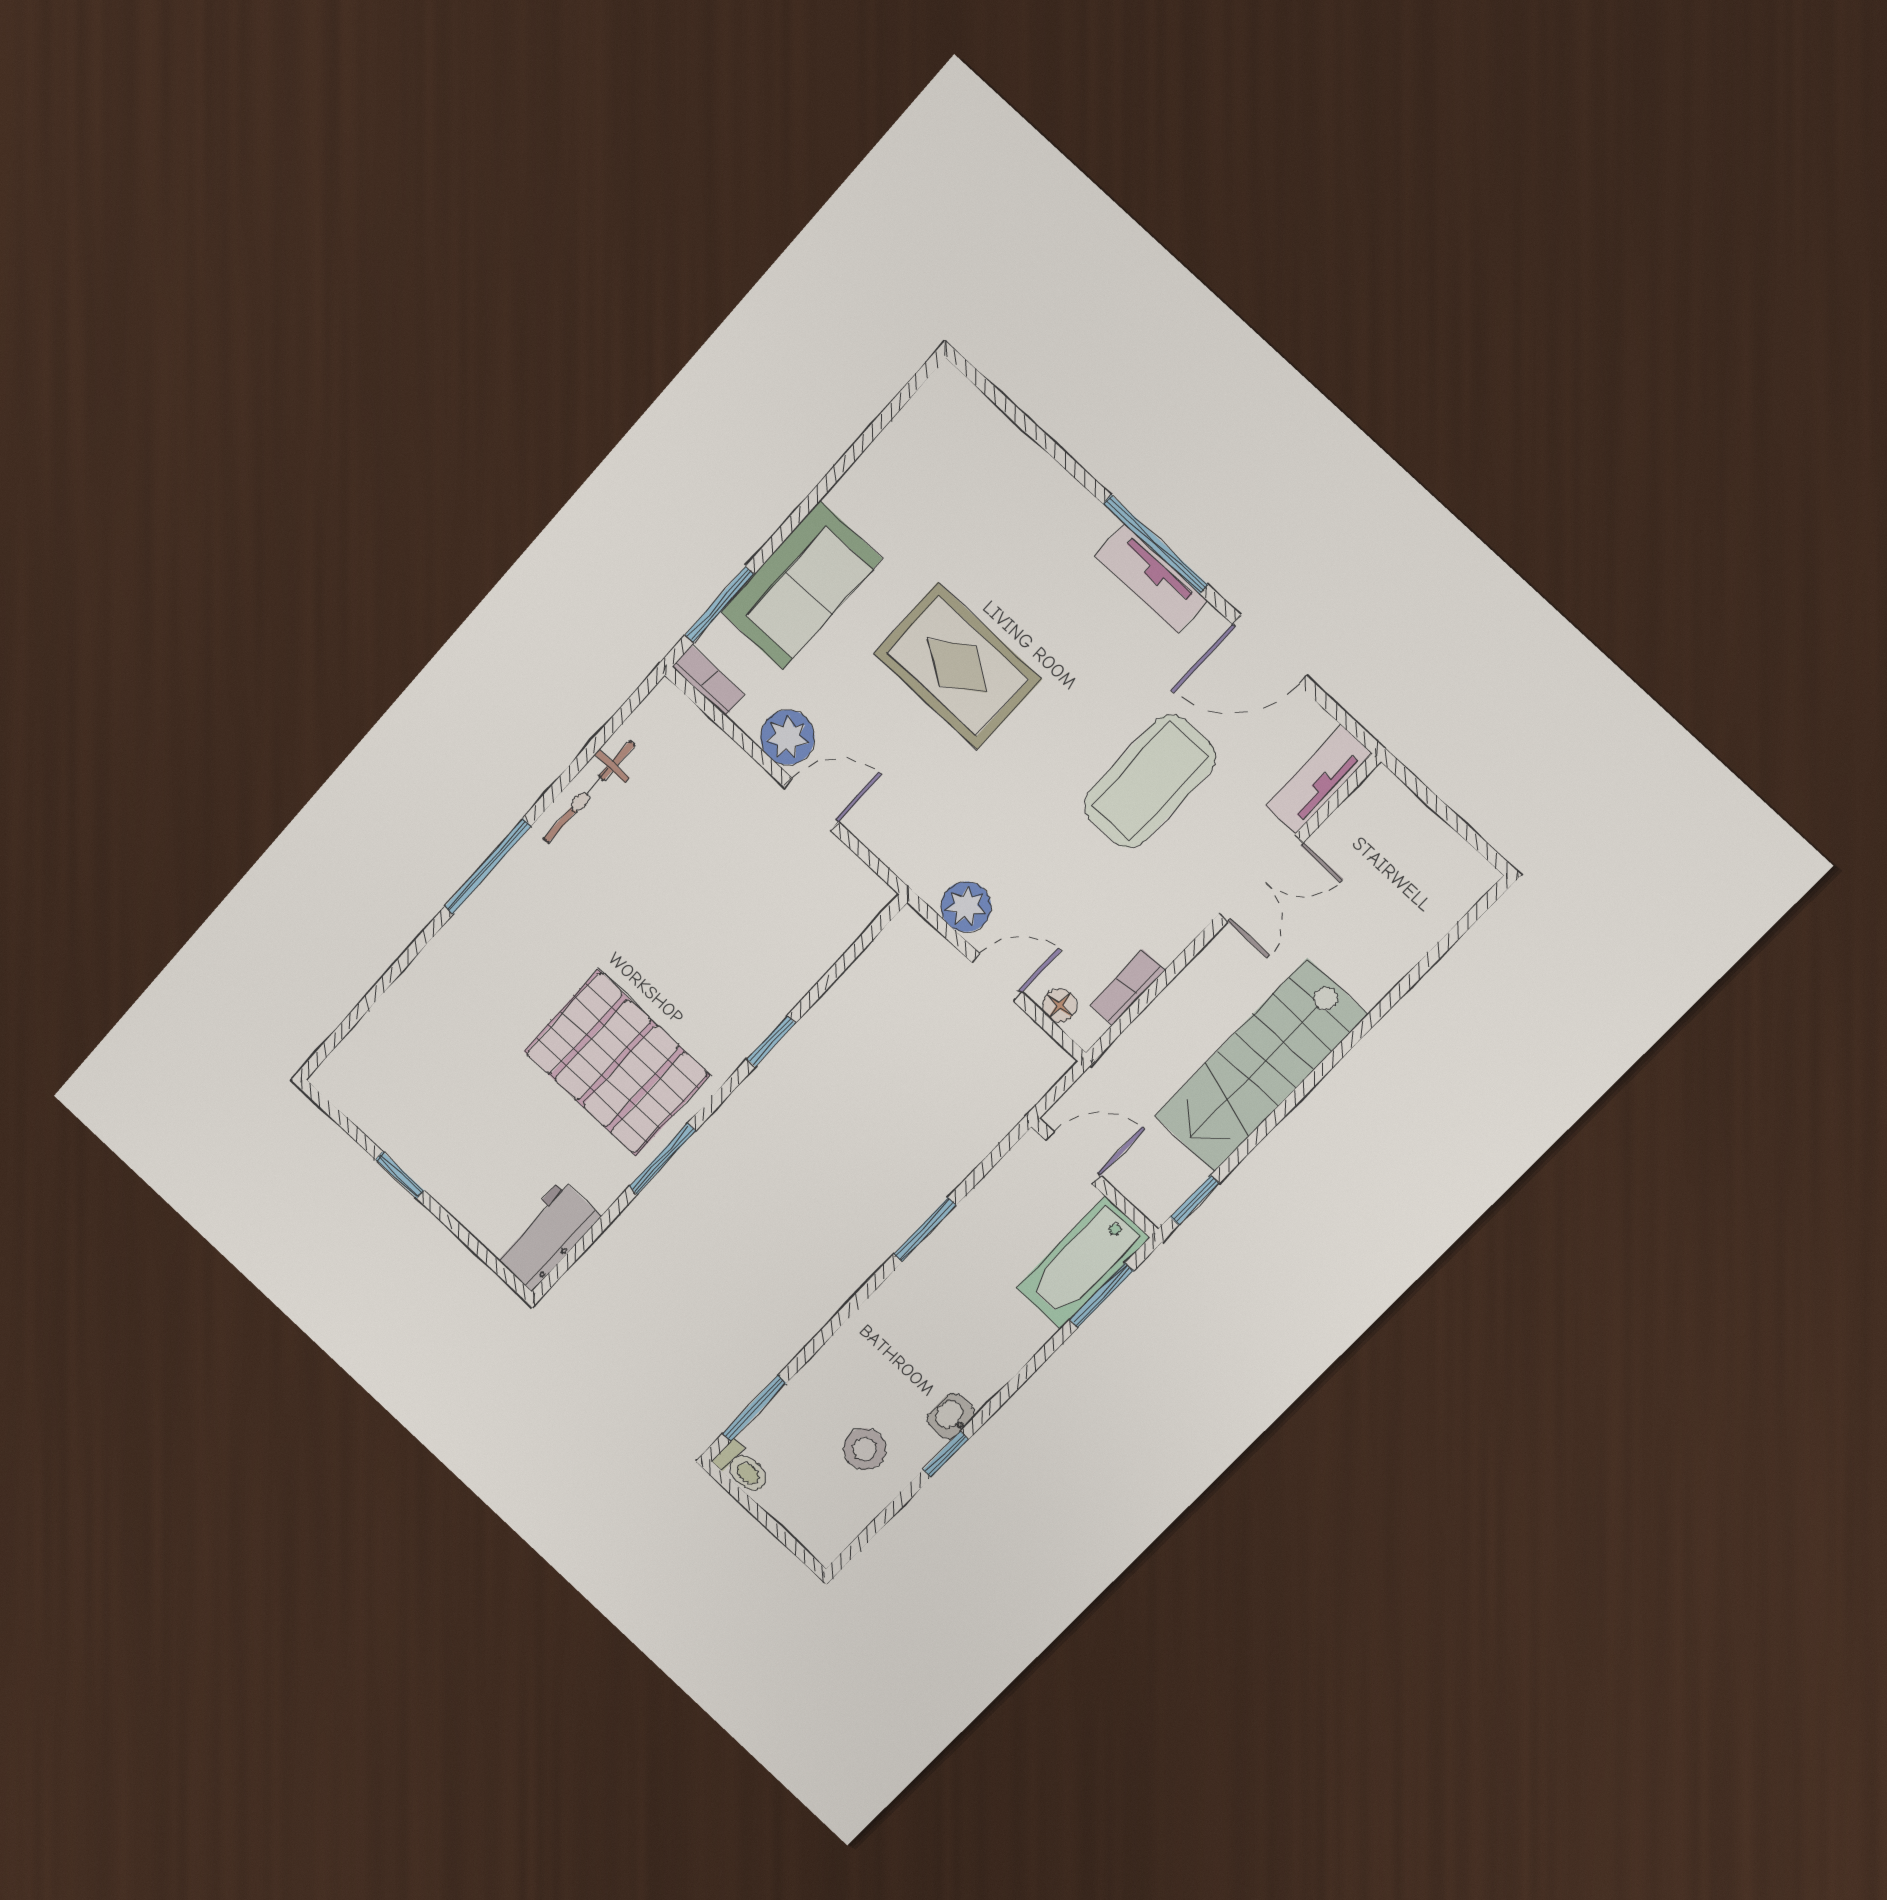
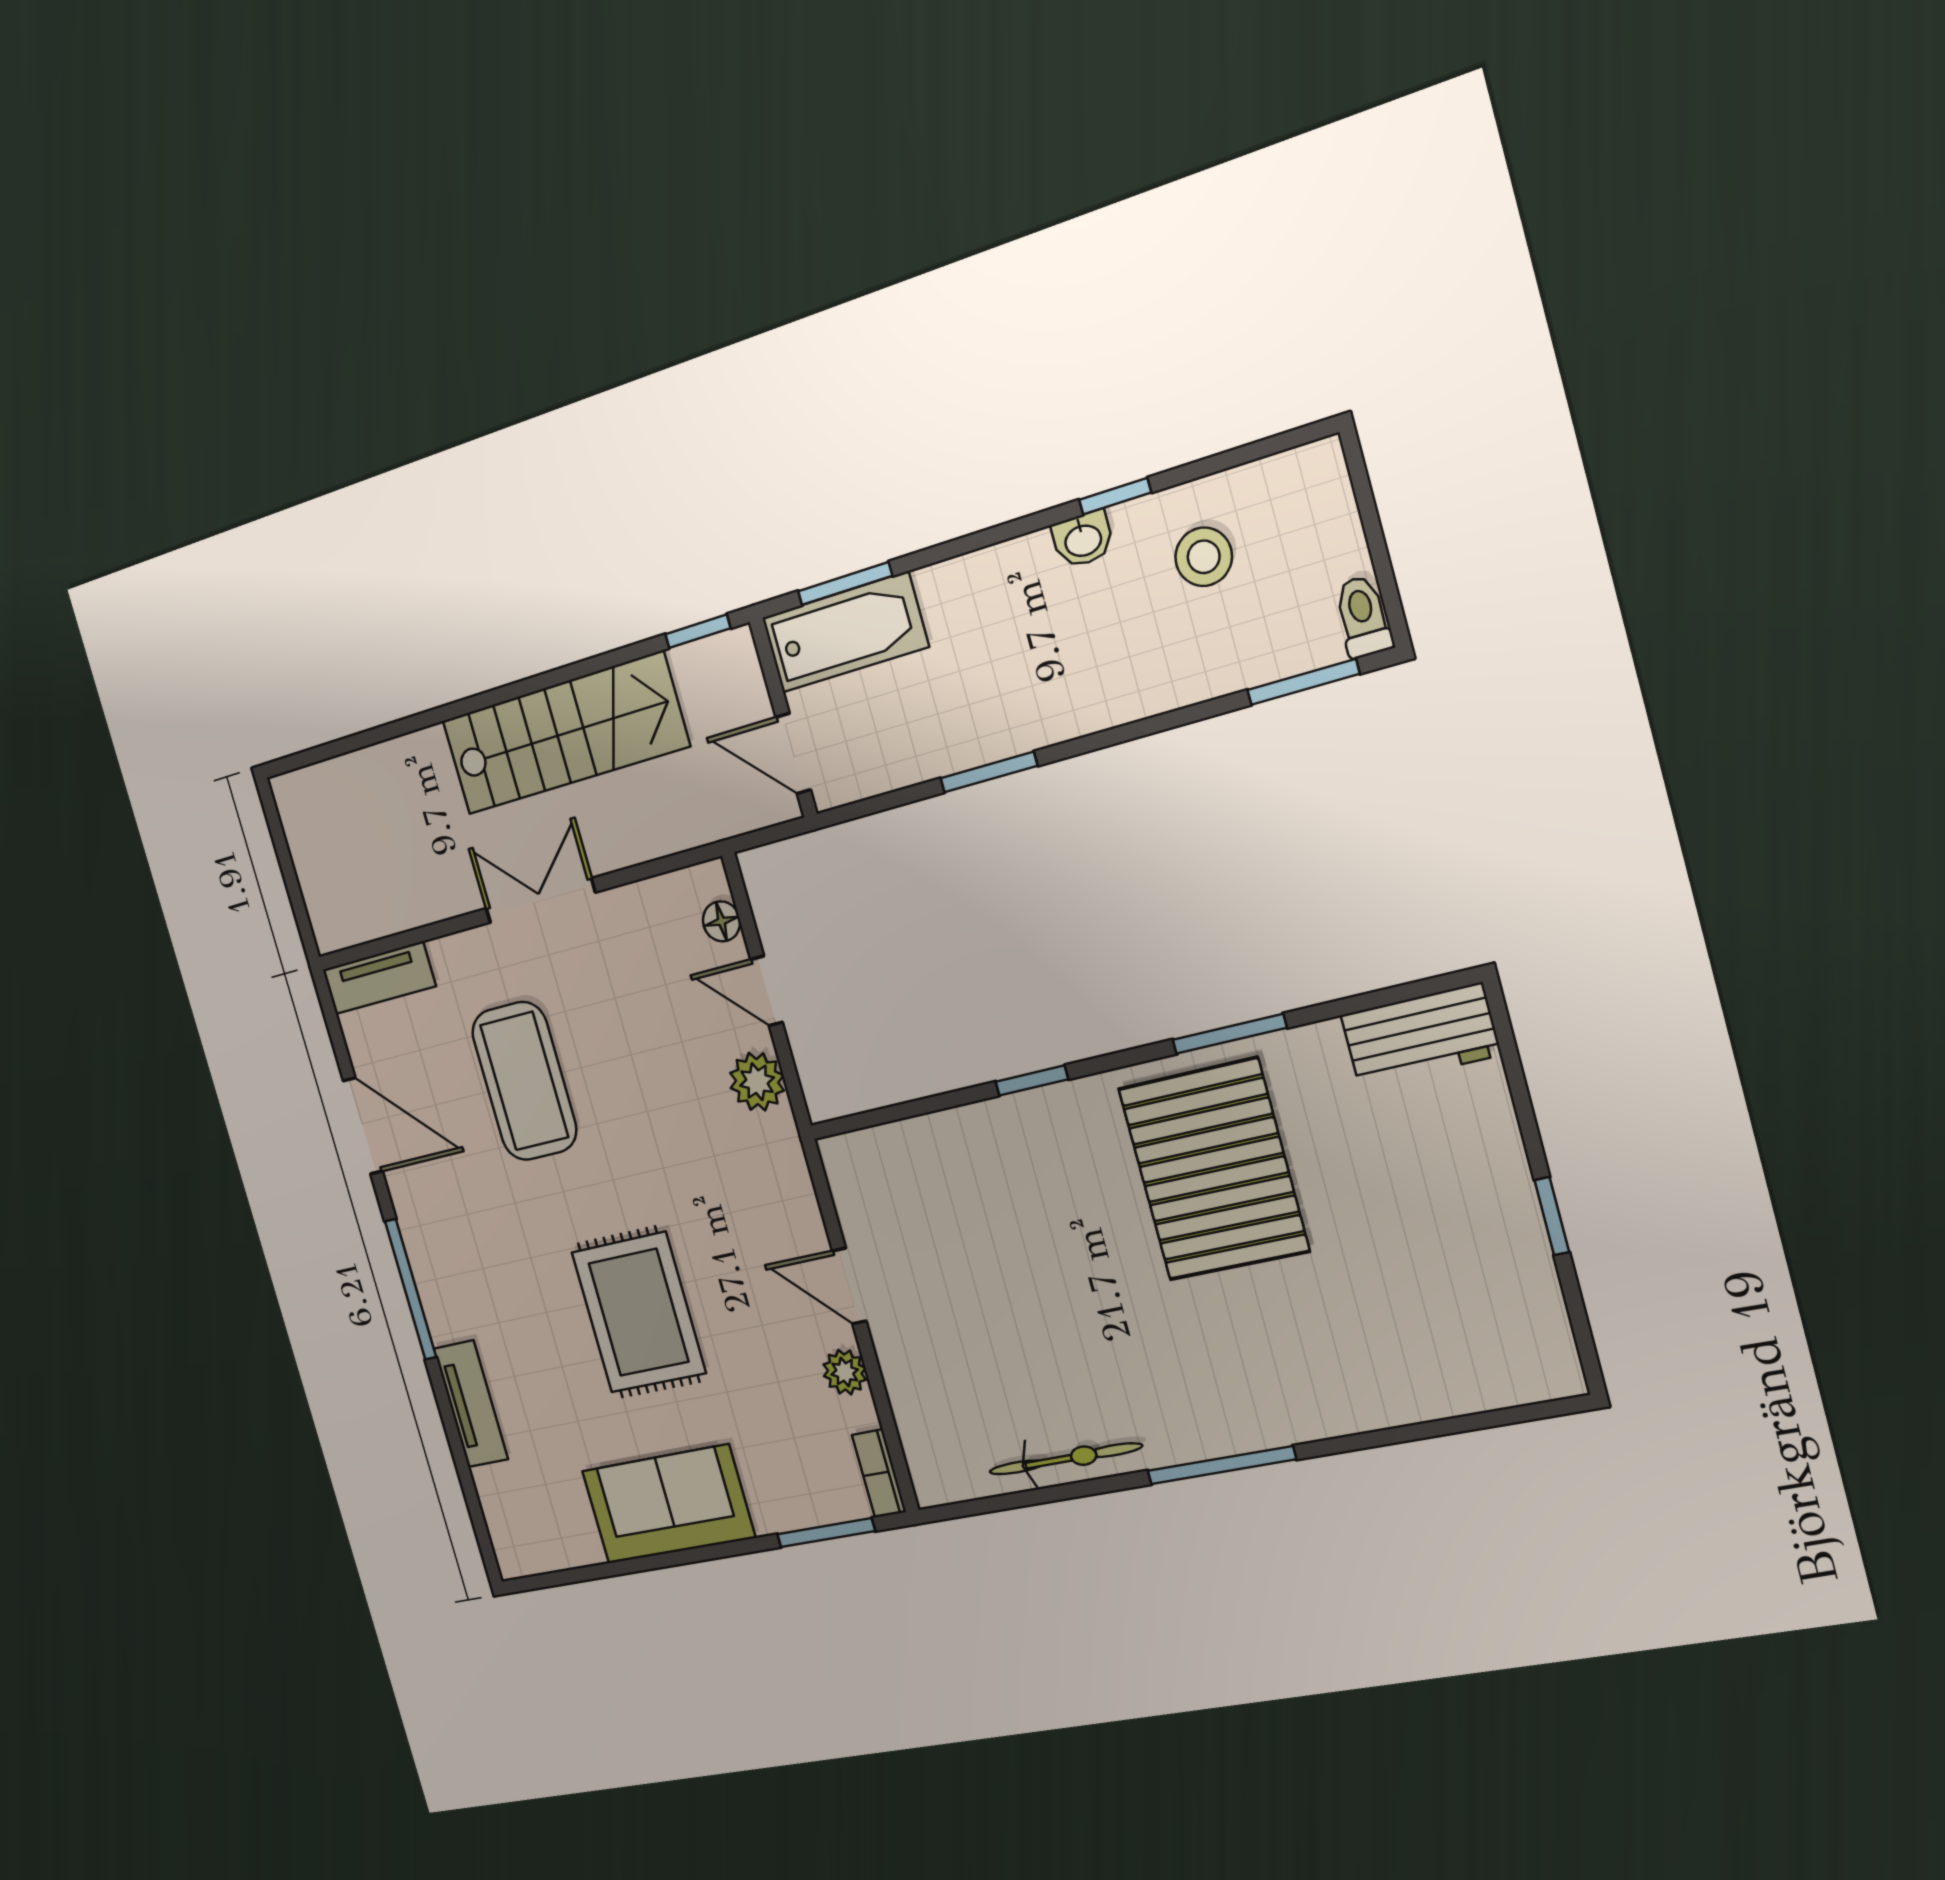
tv unit: (1151, 578) -> (471, 1404), moved
sofa: (801, 585) -> (668, 1504), moved
plant: (787, 737) -> (845, 1372), width x0.73, depth x0.73
coffee table: (1150, 781) -> (524, 1081), turned 90
double door: (1261, 878) -> (540, 900), moved
bookcase: (1127, 988) -> (648, 896), removed

